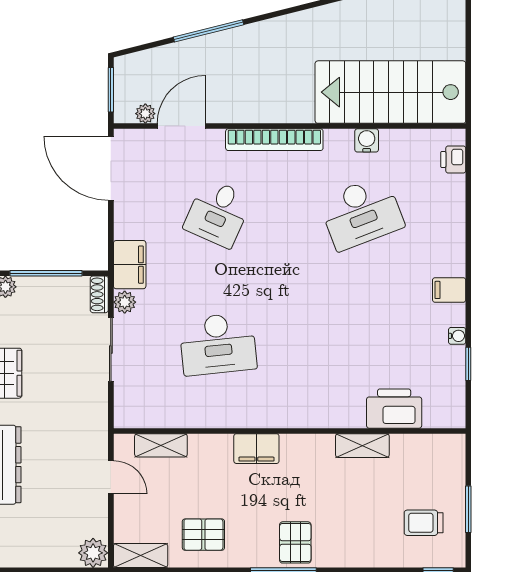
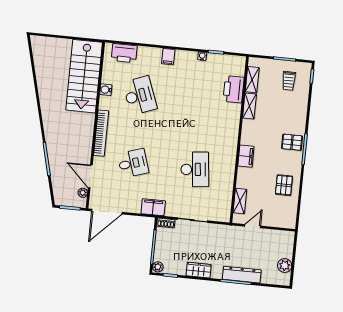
printer: (453, 159) -> (124, 53), width x1.87, depth x1.48
desk: (218, 213) -> (133, 163), turned -42
filing cabinet: (449, 290) -> (168, 57), moved
plant: (125, 302) -> (171, 211), removed
plant: (93, 553) -> (285, 266), moved
shelving: (141, 555) -> (252, 80), moved

